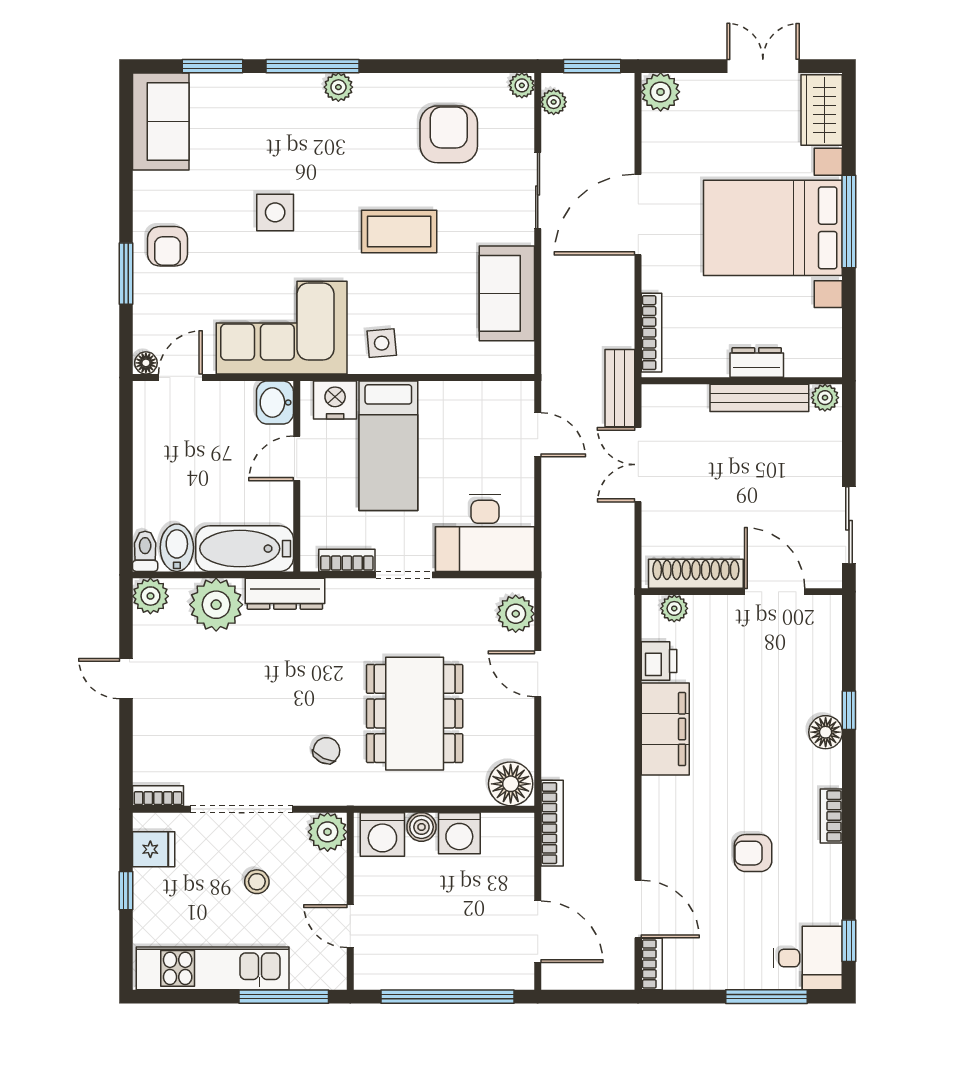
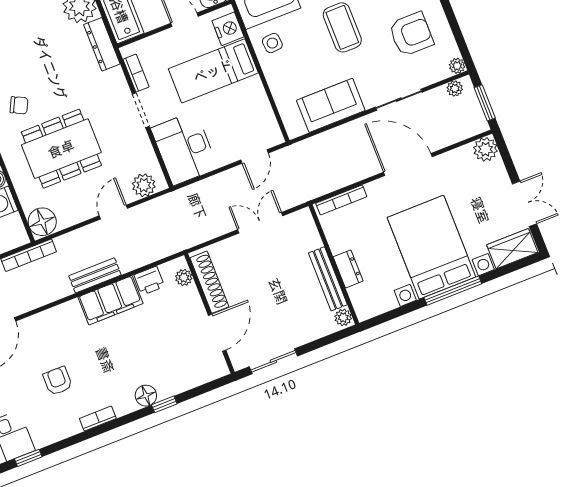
bench: (620, 388) -> (95, 275), moved

